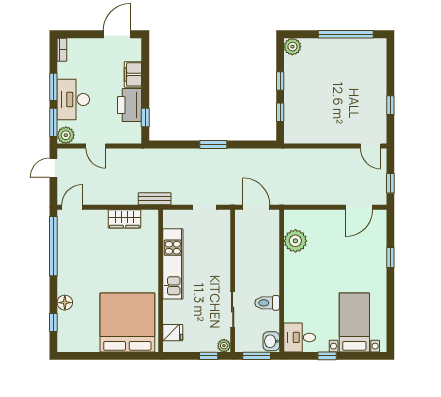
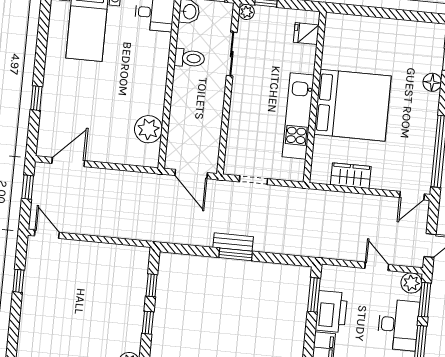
window: (145, 117) -> (314, 295), width x1.50
bench: (155, 199) -> (233, 242), moved
bed: (127, 322) -> (353, 105), moved, turned -90

